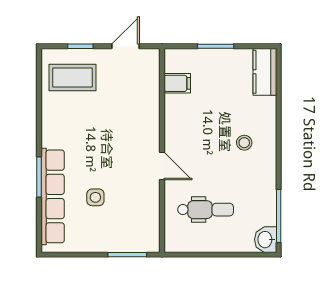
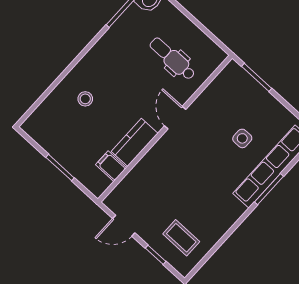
kitchen counter: (265, 72) -> (135, 142), moved, turned 180
coffee table: (72, 78) -> (181, 238), width x0.73, depth x0.77
stool: (244, 143) -> (85, 99), moved

